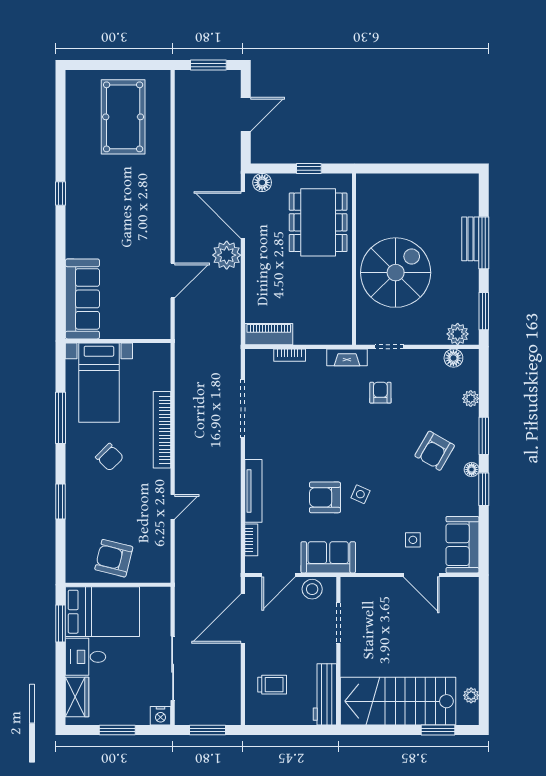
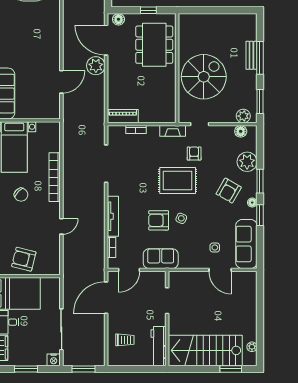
plant: (471, 399) -> (247, 162), width x1.87, depth x1.87
rug: (355, 435) -> (178, 180), added
sofa: (462, 545) -> (246, 244), width x1.36
stool: (312, 589) -> (150, 279), removed

